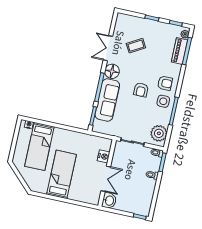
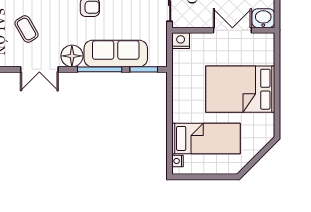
nightstand: (104, 156) -> (181, 41), moved
bed: (61, 174) -> (240, 89), width x1.50

